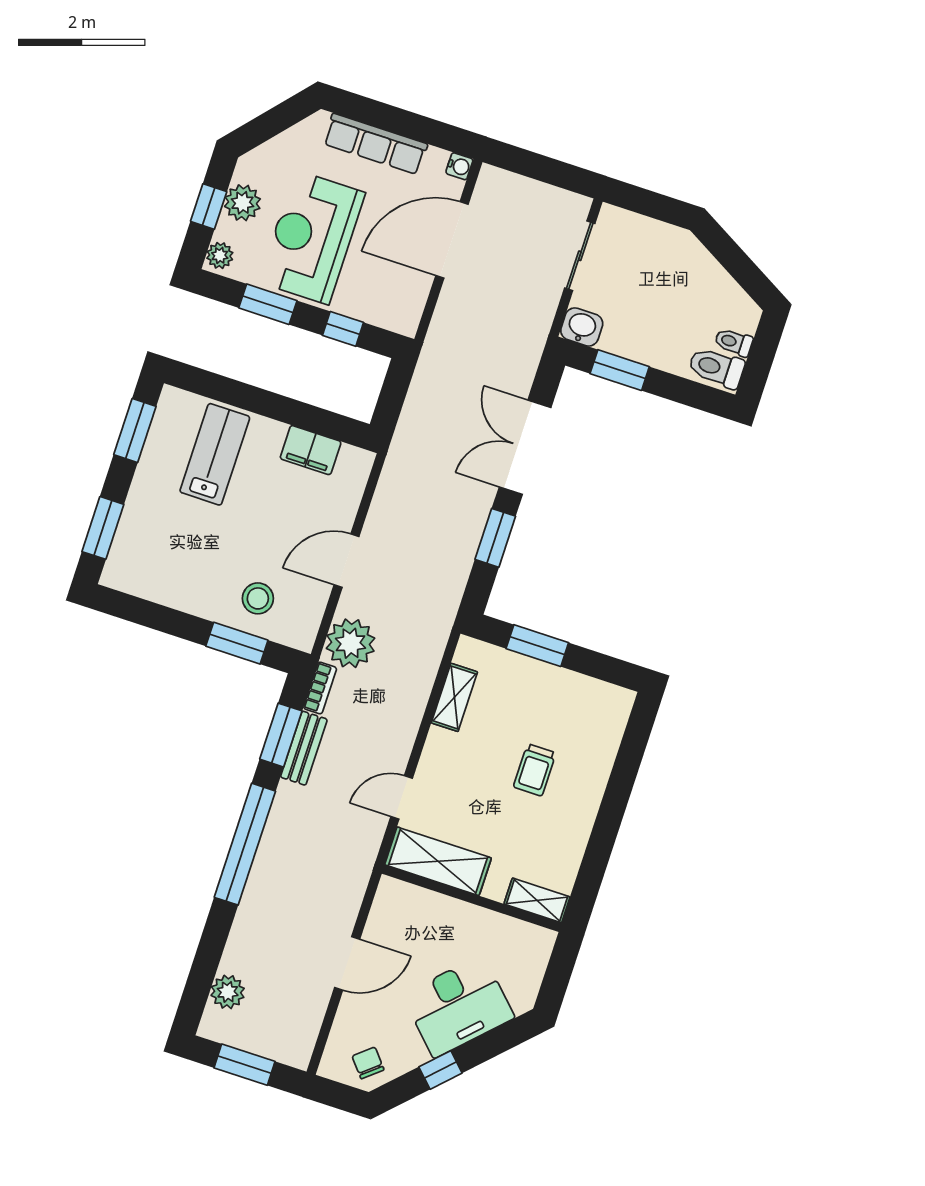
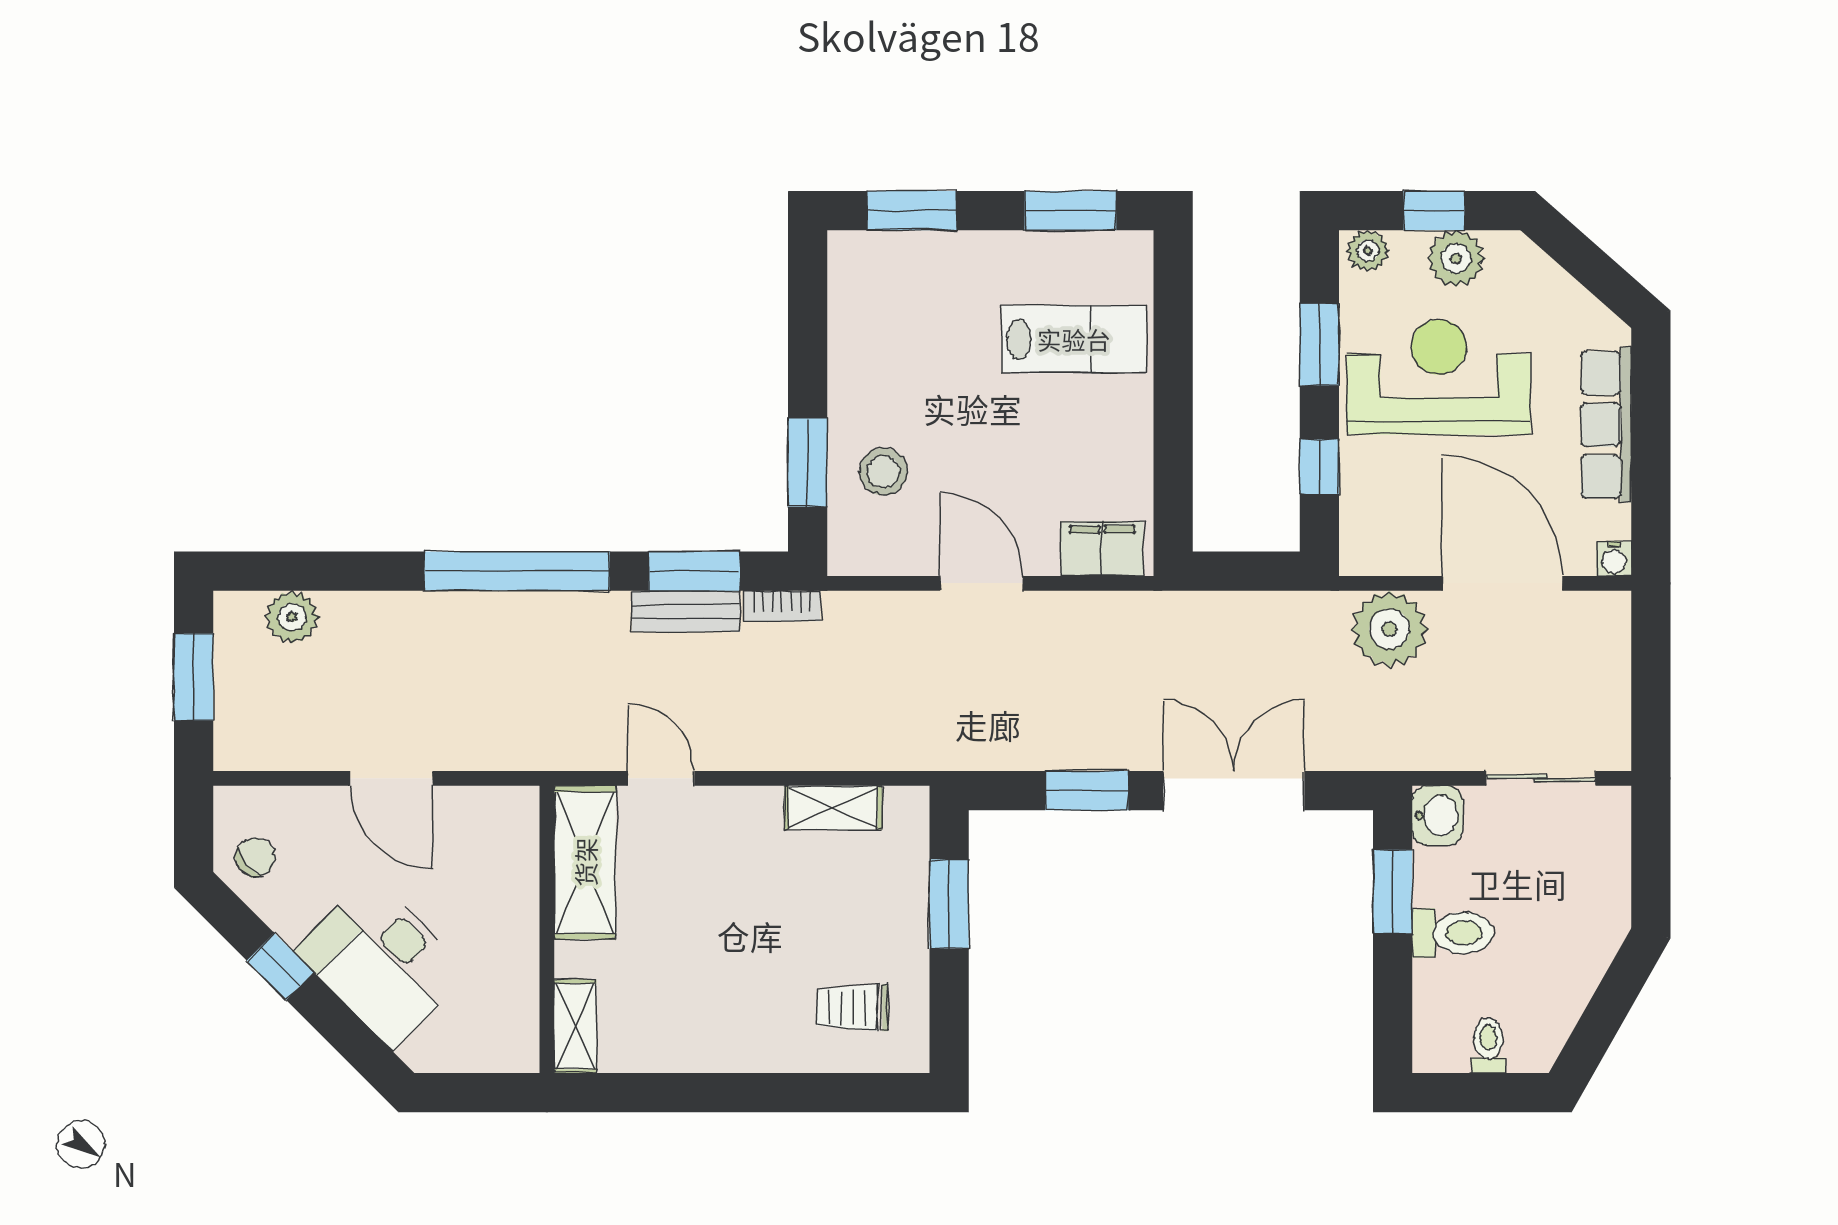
toilet: (716, 368) -> (1453, 933), moved, turned 90
filing cabinet: (311, 450) -> (1102, 549), moved, turned 90
plant: (350, 643) -> (1389, 629), moved
trolley: (535, 770) -> (853, 1008), moved

